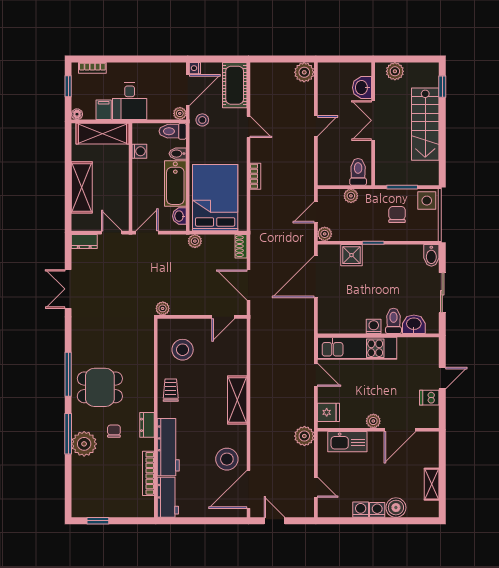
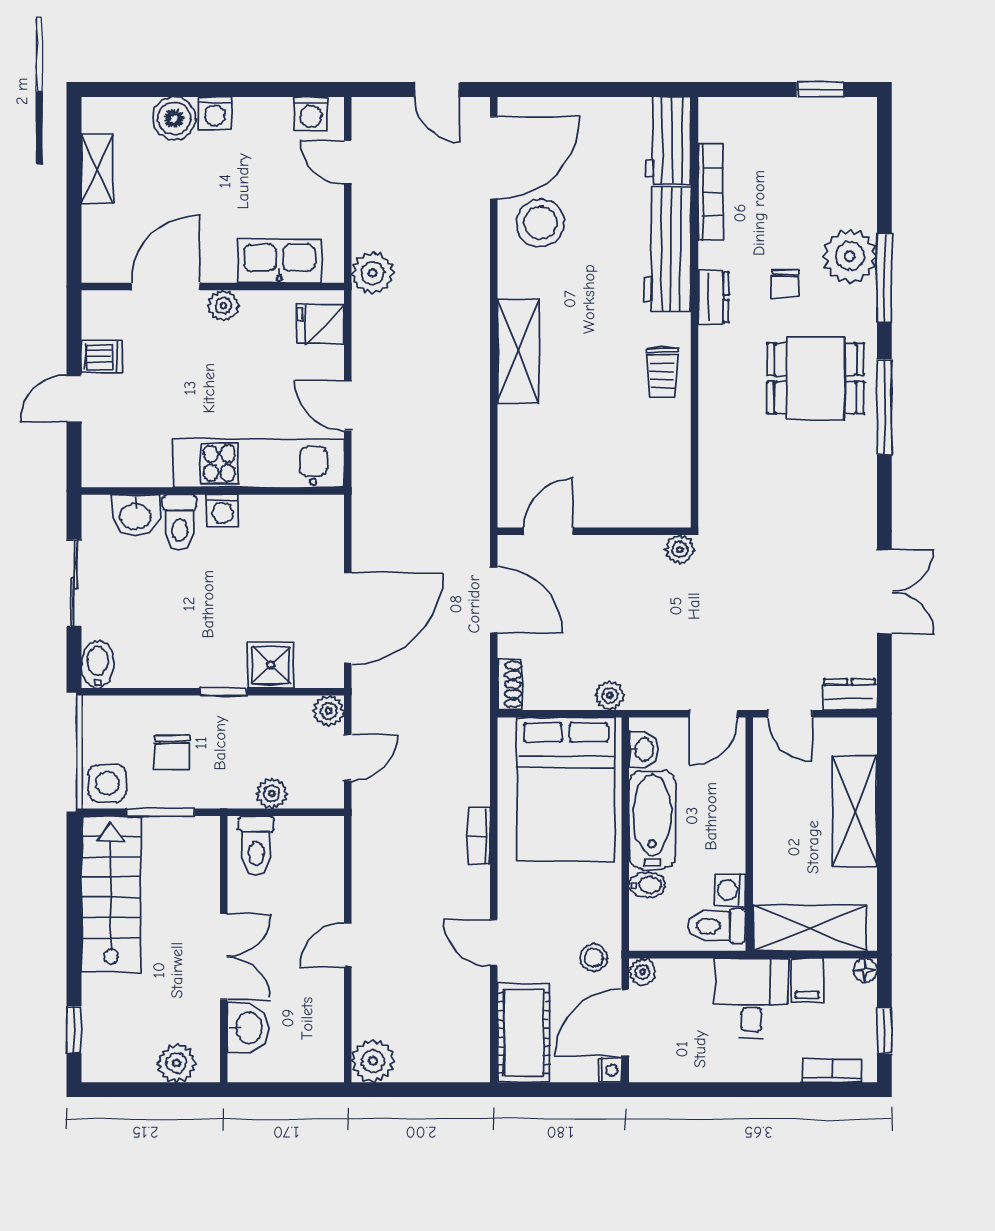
stairs: (425, 124) -> (111, 894), moved
toilet: (173, 131) -> (717, 926), moved, turned 180
stool: (183, 350) -> (637, 460), removed
washing machine: (361, 510) -> (311, 114), moved

